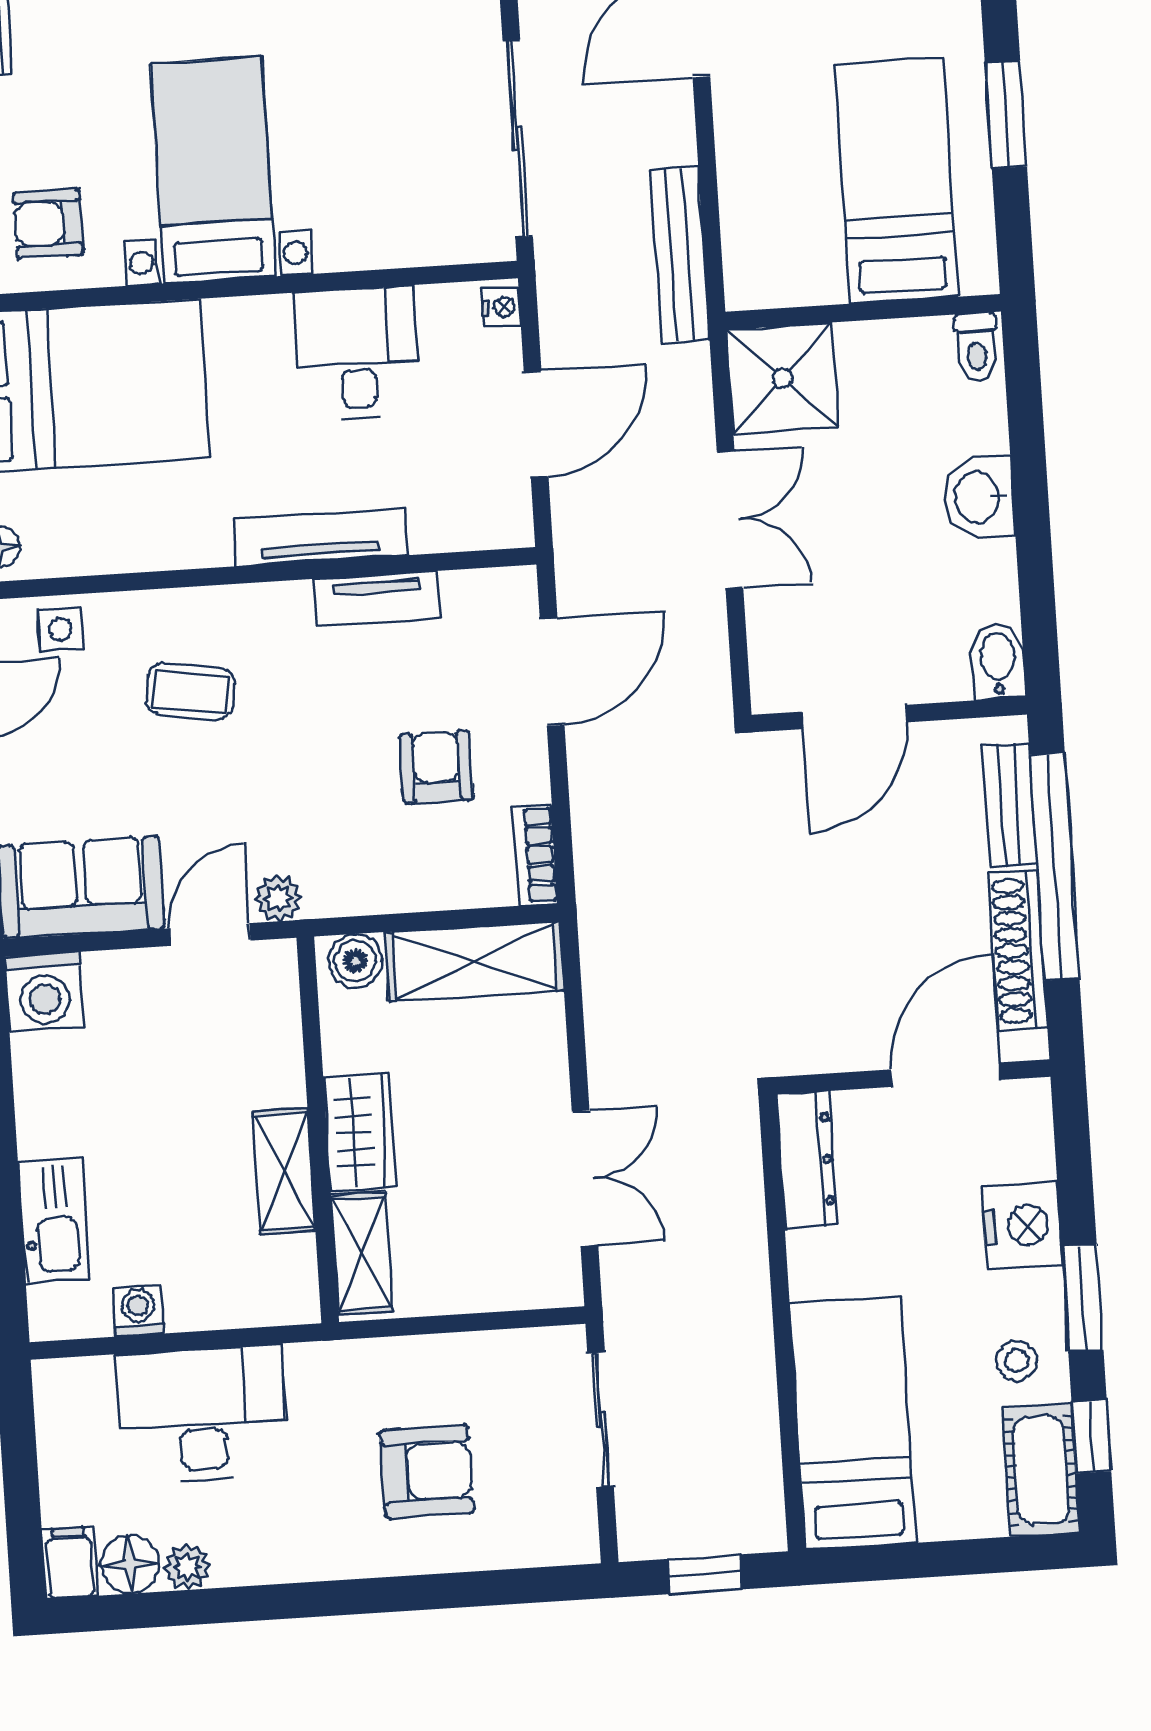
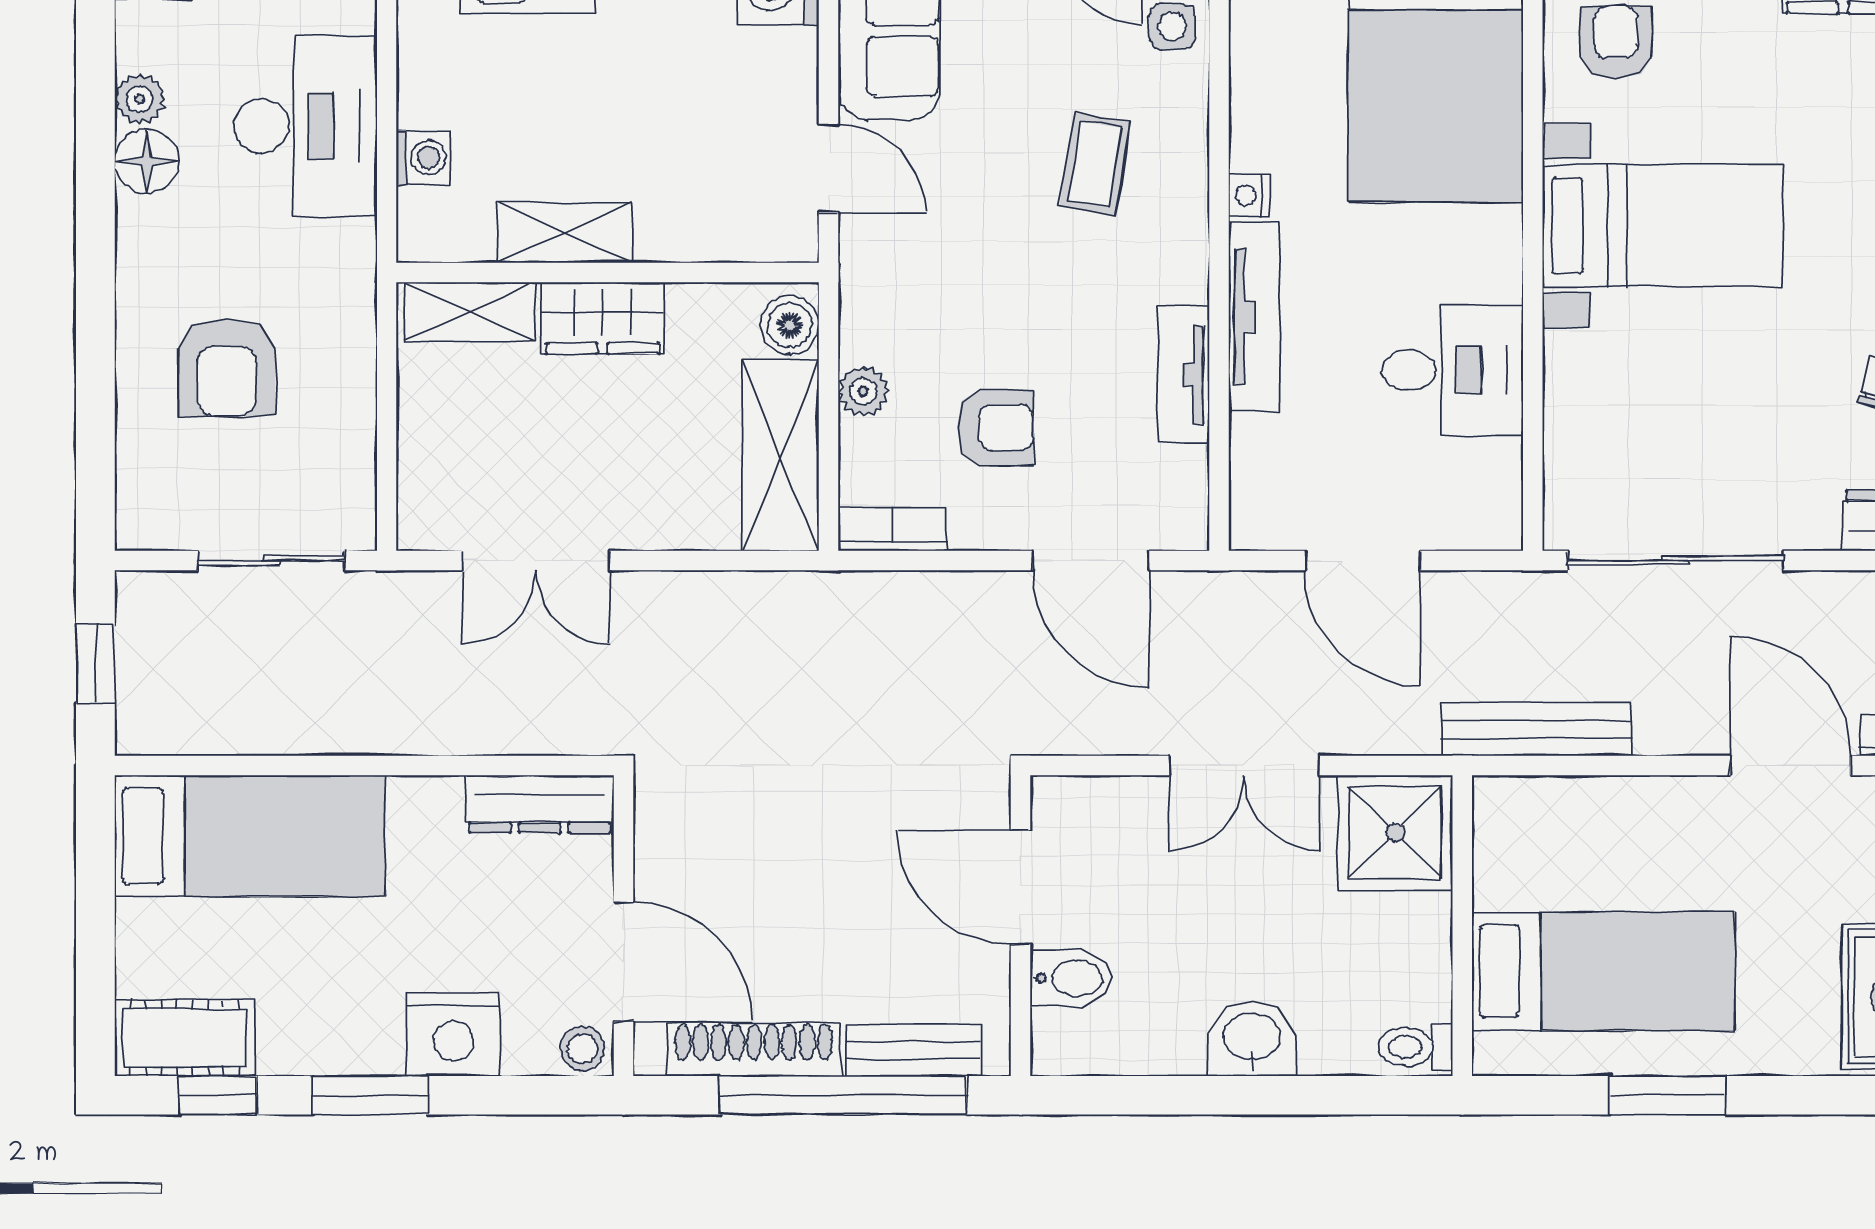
nightstand: (501, 307) -> (1249, 196), moved, turned 90
bidet: (998, 661) -> (1071, 978), moved
plant: (278, 898) -> (863, 391), moved
washing machine: (138, 1310) -> (423, 158), moved
stool: (1017, 1361) -> (582, 1049), moved
floor lamp: (130, 1564) -> (146, 161), moved

